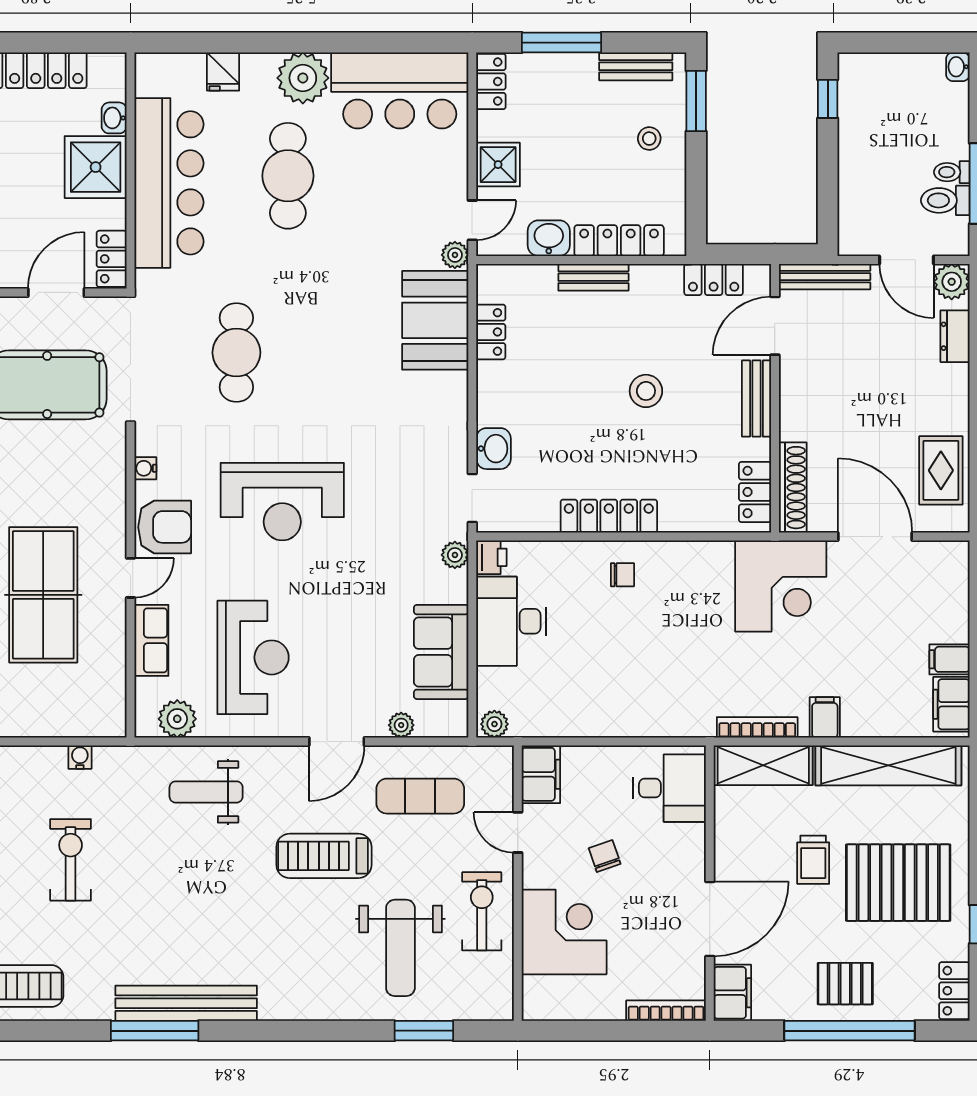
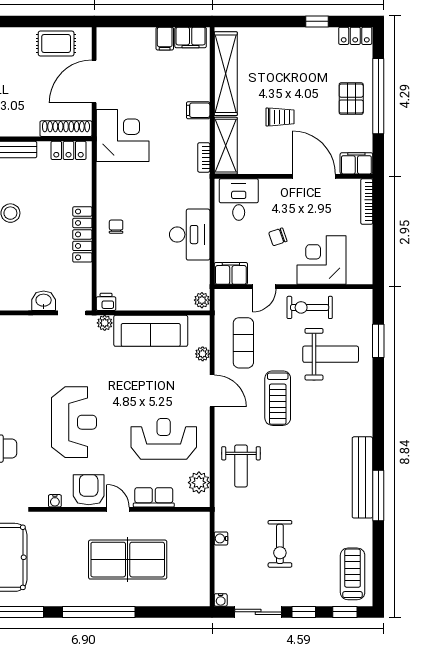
desk: (511, 621) -> (190, 235), moved, turned -90
sofa: (441, 652) -> (151, 331), width x1.36
bookcase: (757, 727) -> (204, 157), width x0.64
exercise bike: (71, 860) -> (280, 544), turned -90
pallet: (898, 883) -> (293, 68), removed

